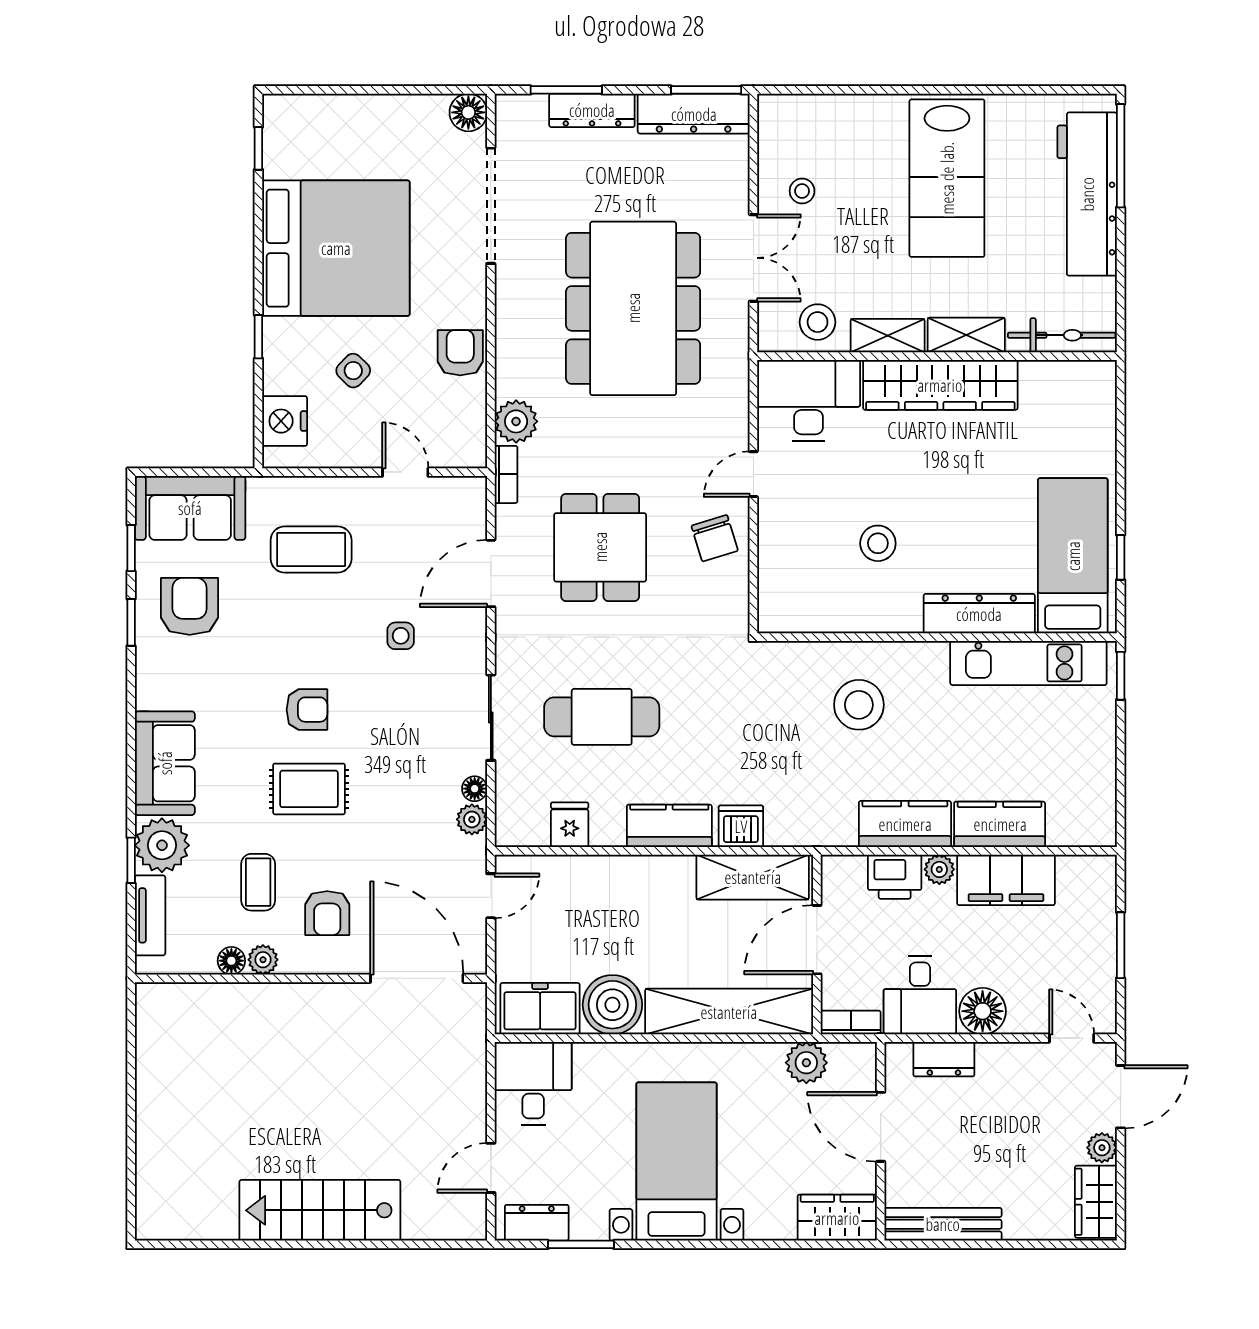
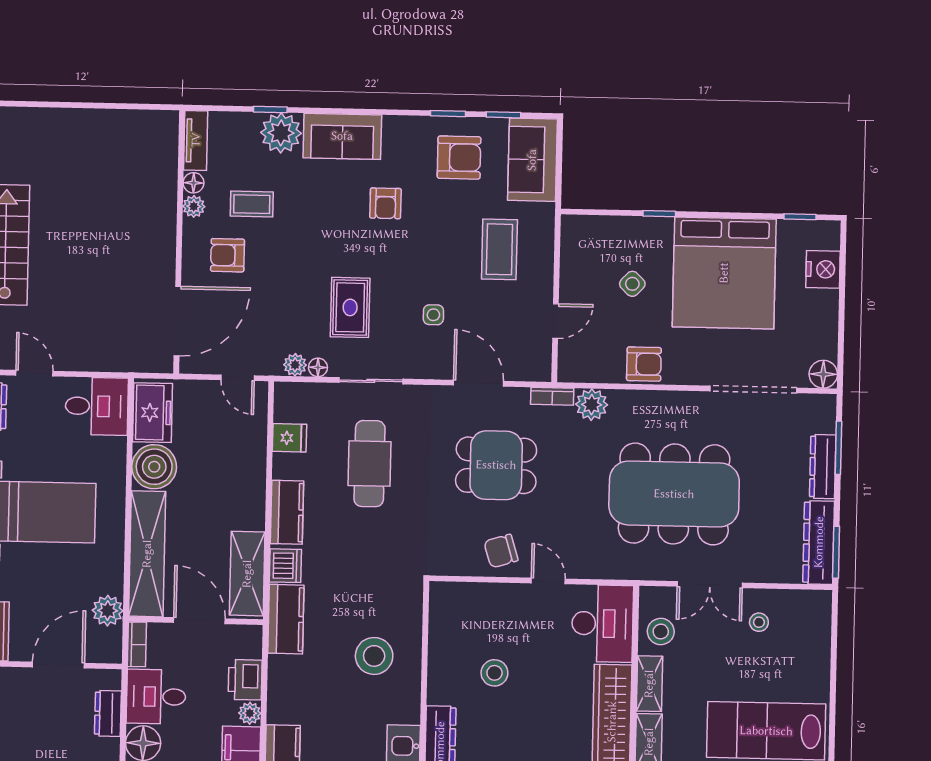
nightstand: (285, 421) -> (823, 269), moved, turned 90
armchair: (307, 710) -> (385, 203), moved
rug: (309, 789) -> (350, 307), moved
kitchen counter: (905, 824) -> (286, 619), moved
tv unit: (150, 915) -> (196, 140), moved, turned -90

